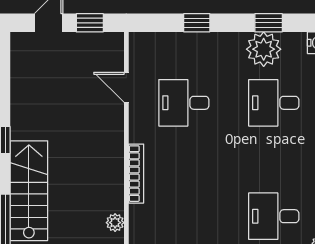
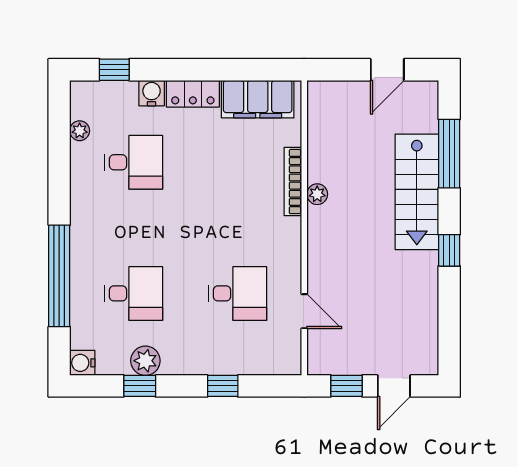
plant: (264, 49) -> (145, 361), width x0.73, depth x0.73
bookcase: (136, 174) -> (293, 182), moved
plant: (115, 223) -> (317, 194), moved

